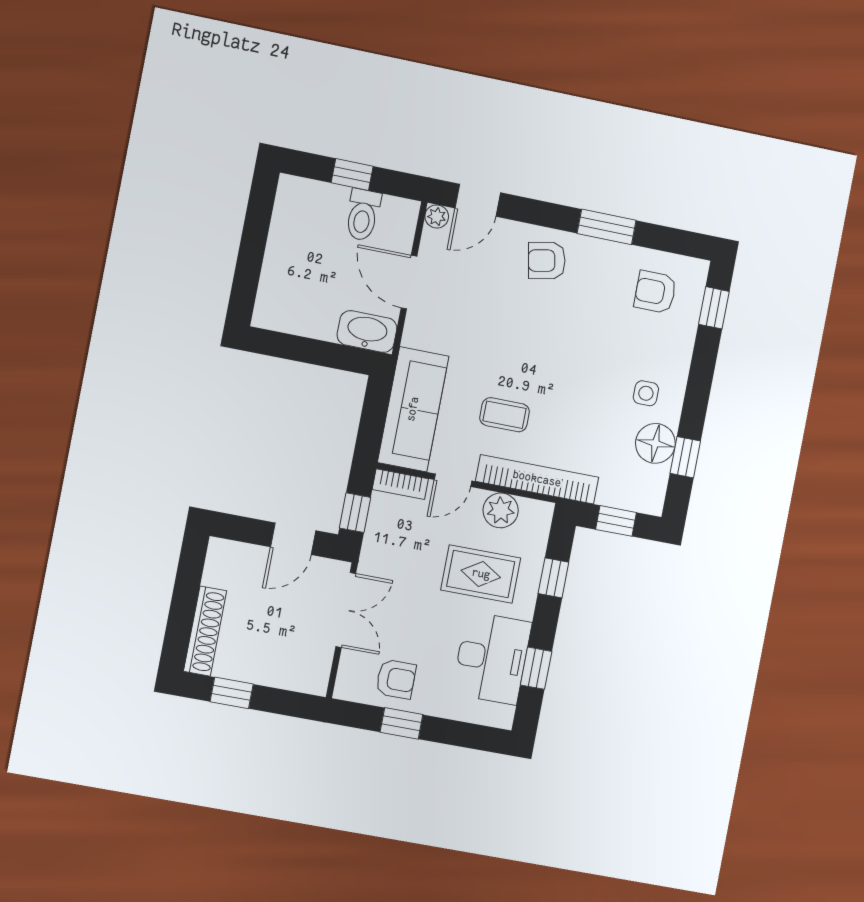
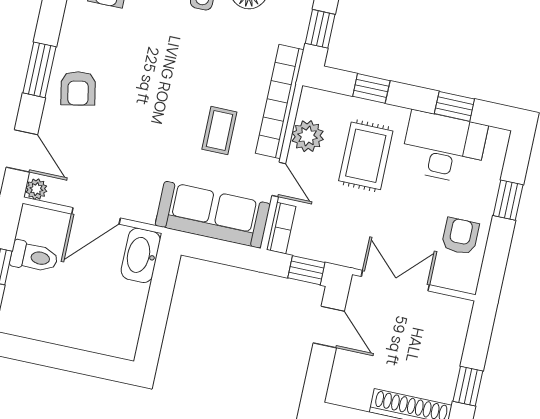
window: (607, 227) -> (39, 70), moved
window: (401, 723) -> (508, 200), moved

